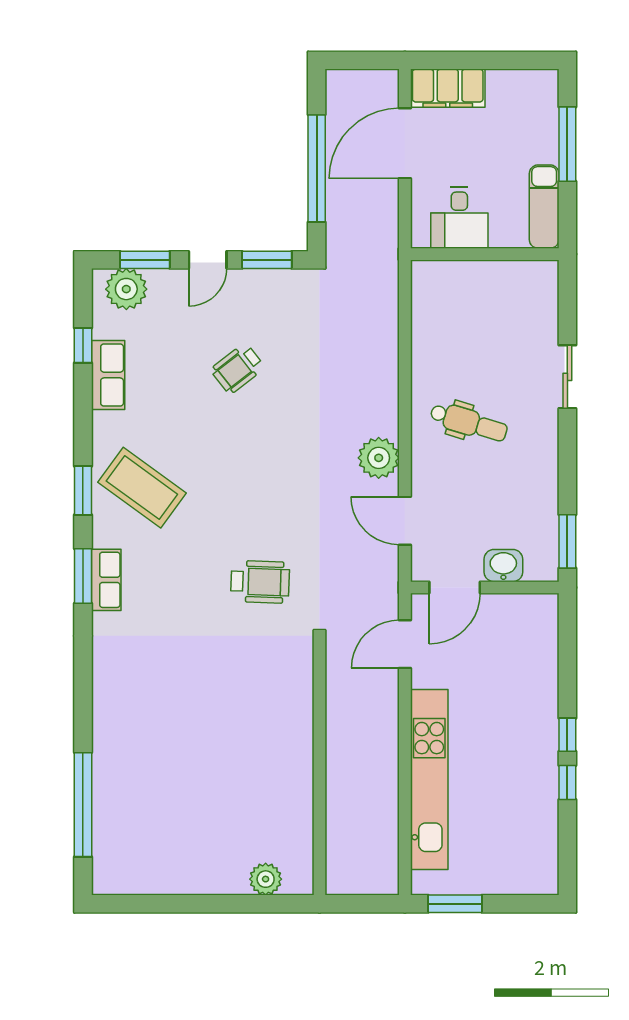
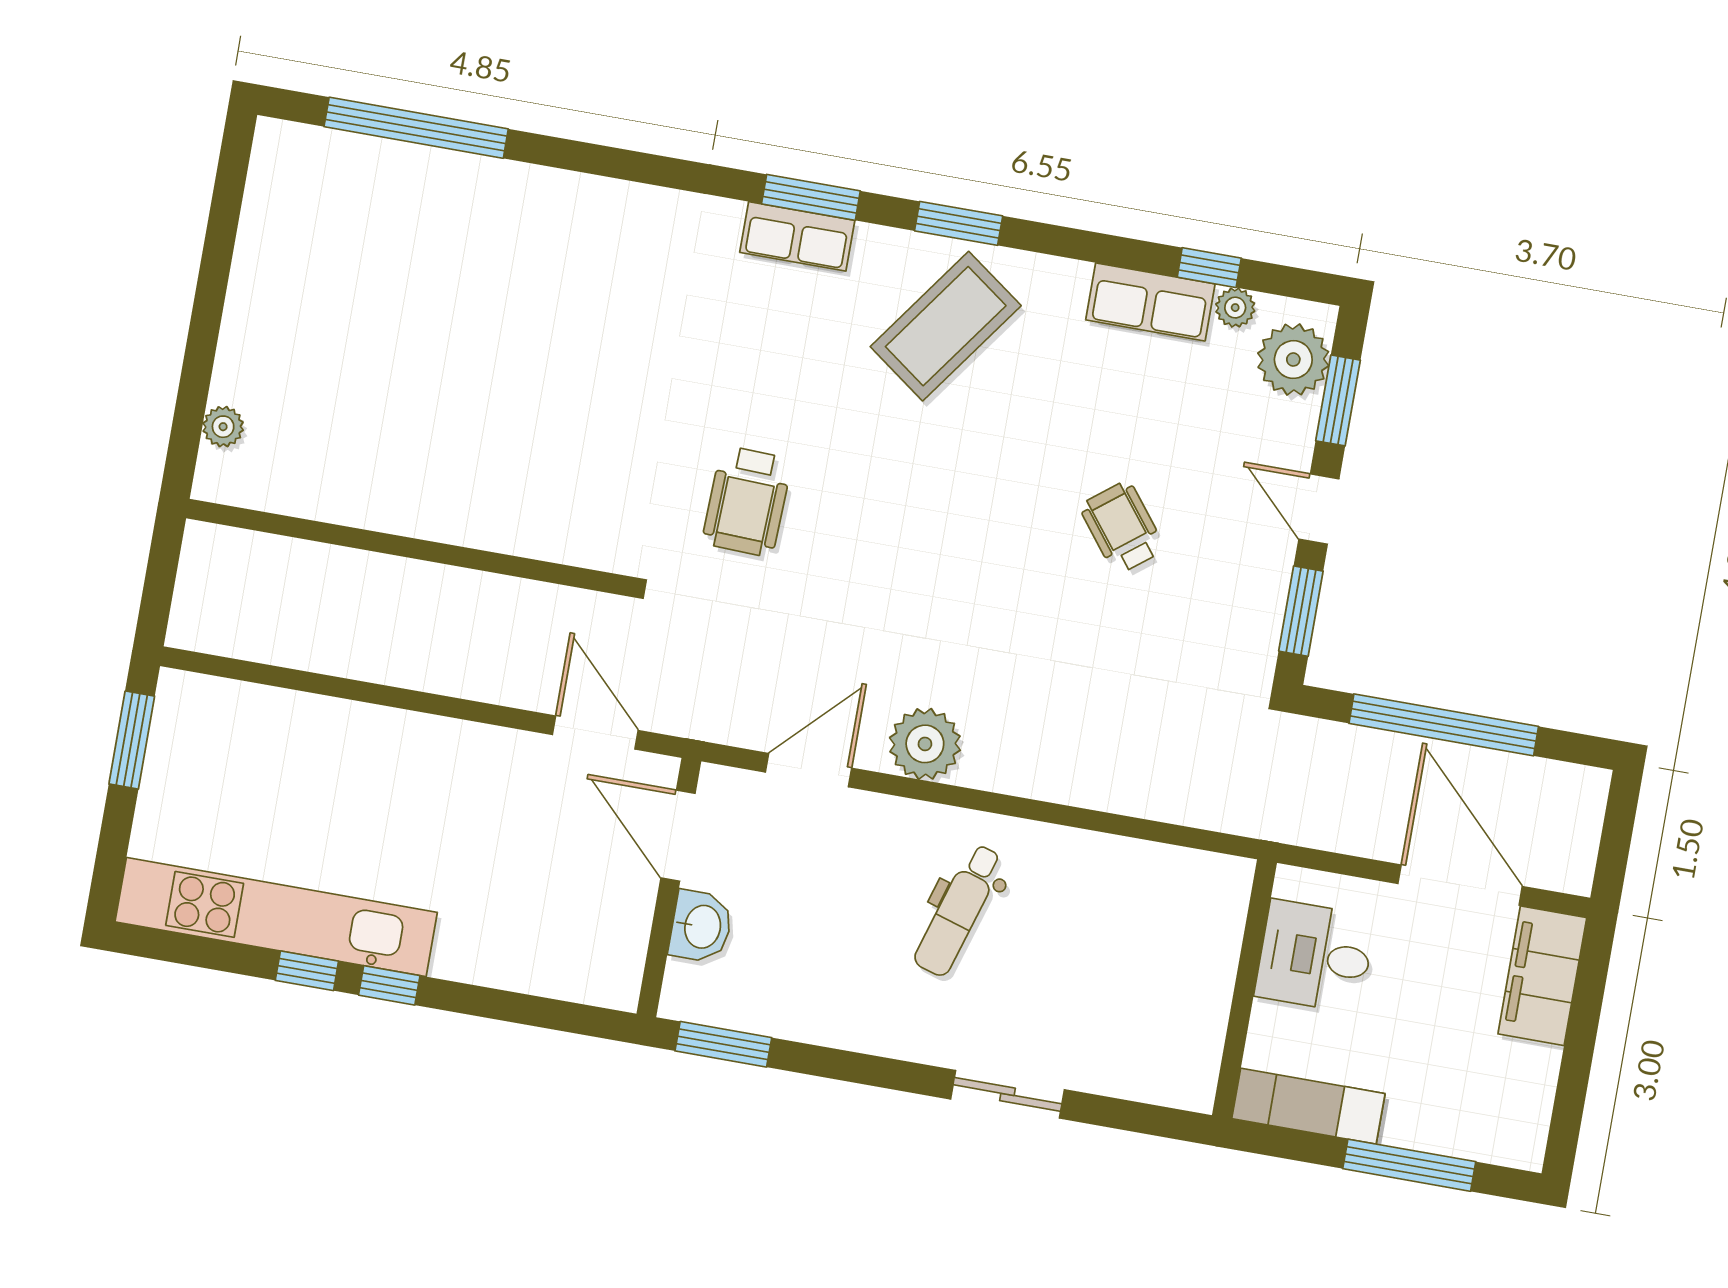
plant: (103, 327) -> (1235, 308), added
kitchen unit: (429, 780) -> (276, 917), moved, turned 180
plant: (266, 879) -> (223, 427), width x0.73, depth x0.73

